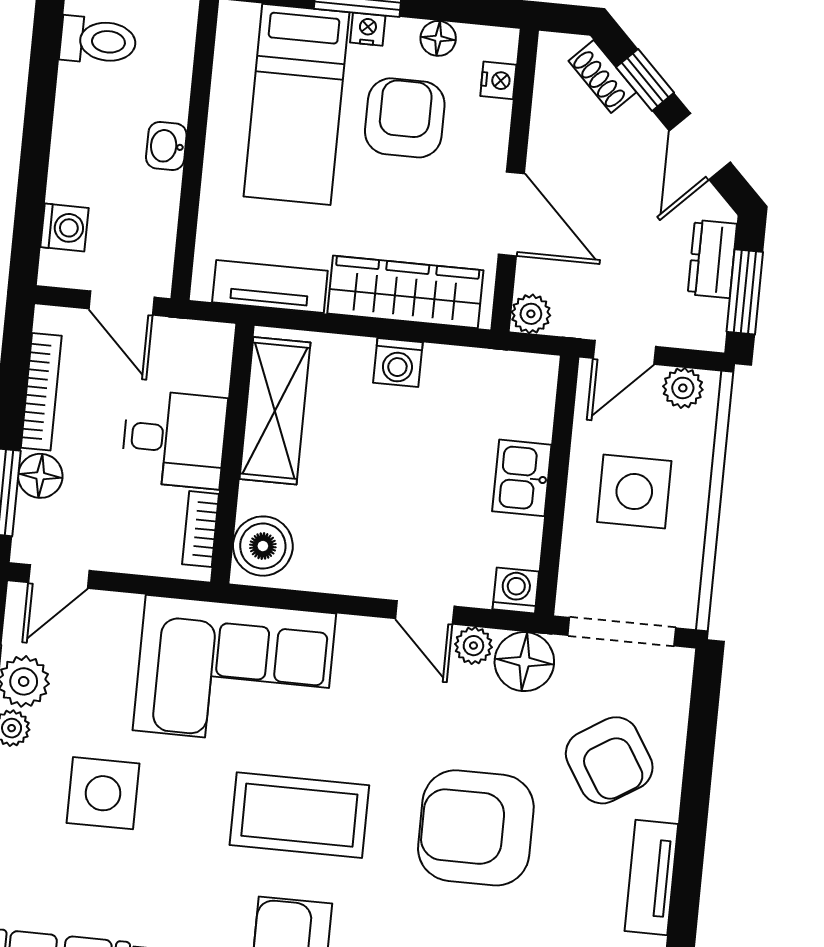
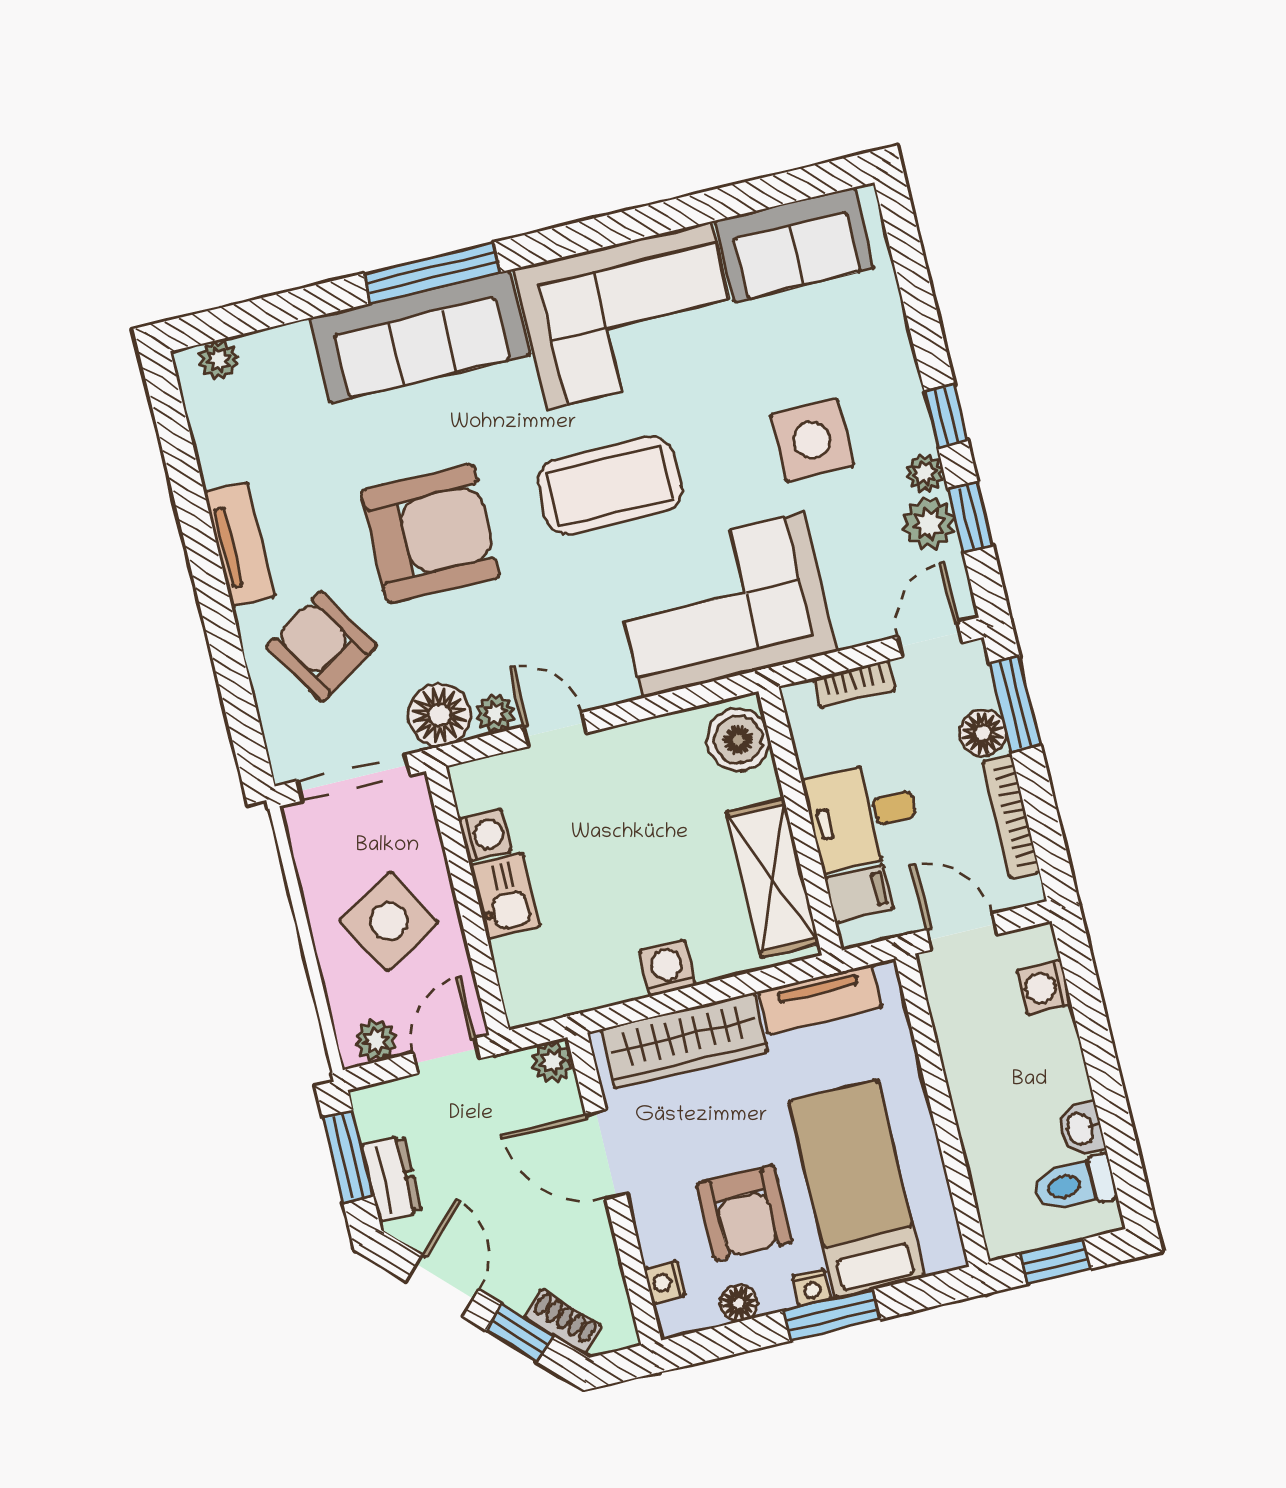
washbasin: (166, 146) -> (1081, 1129), moved, turned 180
filing cabinet: (202, 370) -> (859, 894), added
side table: (634, 492) -> (389, 921), turned -30
bookcase: (201, 529) -> (854, 684), moved, turned 90
washing machine: (516, 590) -> (485, 835), moved, turned -90

